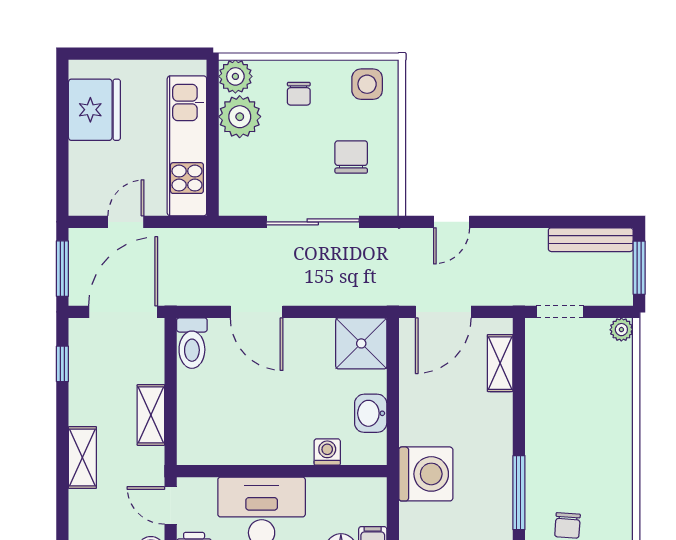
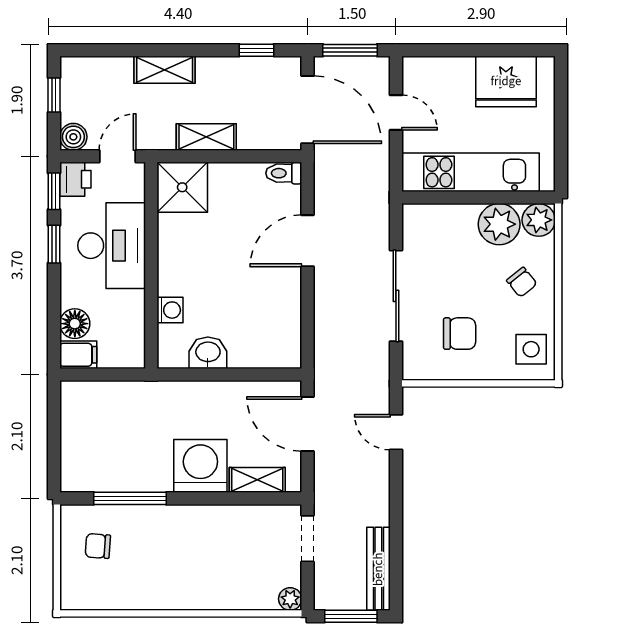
chair: (299, 94) -> (522, 282), turned -129
toilet: (192, 343) -> (284, 173), width x0.73, depth x0.72
shower: (361, 343) -> (182, 187), moved
washing machine: (426, 474) -> (200, 466), moved, turned 180

